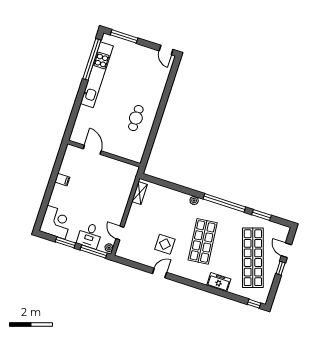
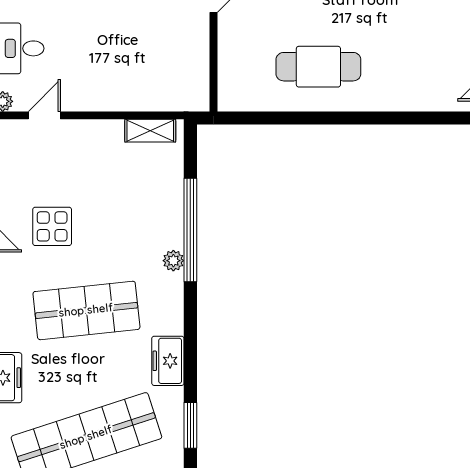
cafe table: (136, 118) -> (318, 67), width x1.37, depth x1.35
window: (224, 203) -> (190, 230), moved
freezer: (233, 216) -> (168, 361), added

